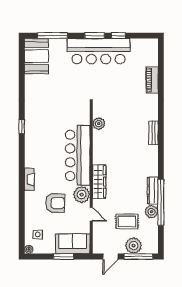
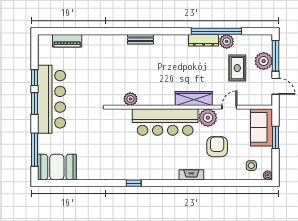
piano: (152, 80) -> (67, 41), moved

